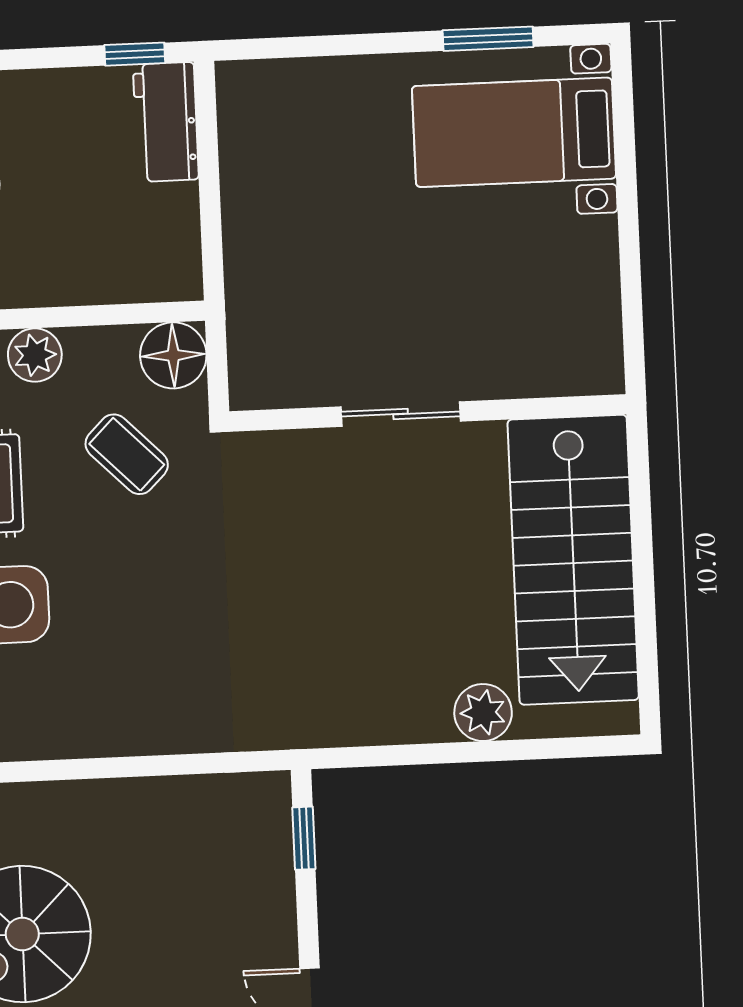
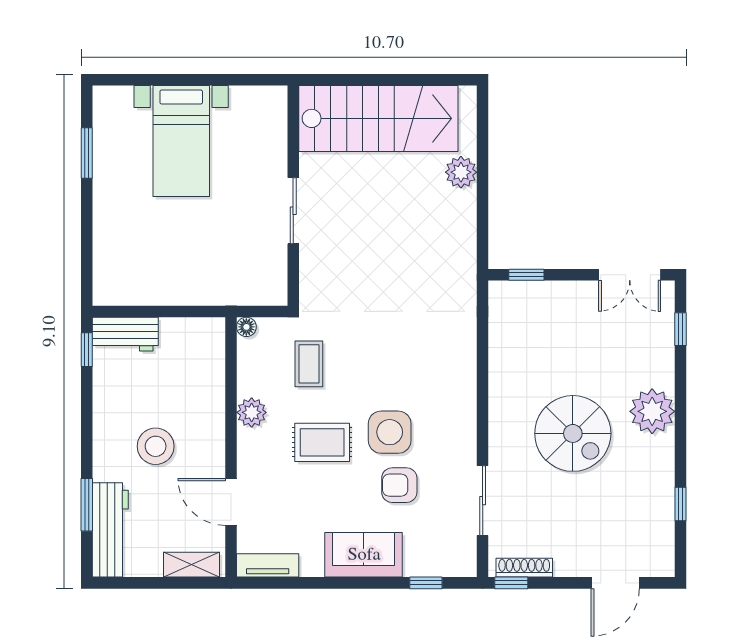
bed with nightstands: (514, 132) -> (181, 141), moved
floor lamp: (173, 355) -> (246, 327), width x0.53, depth x0.53
coffee table: (127, 454) -> (309, 364), turned -45

